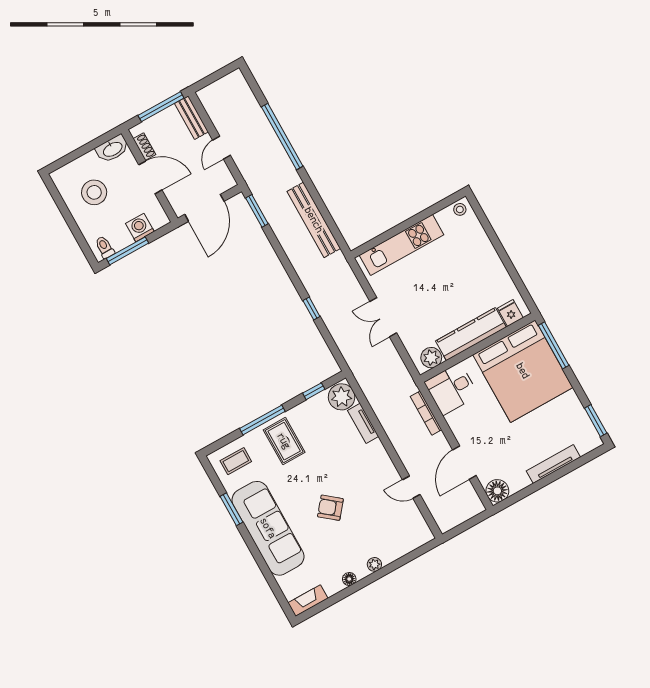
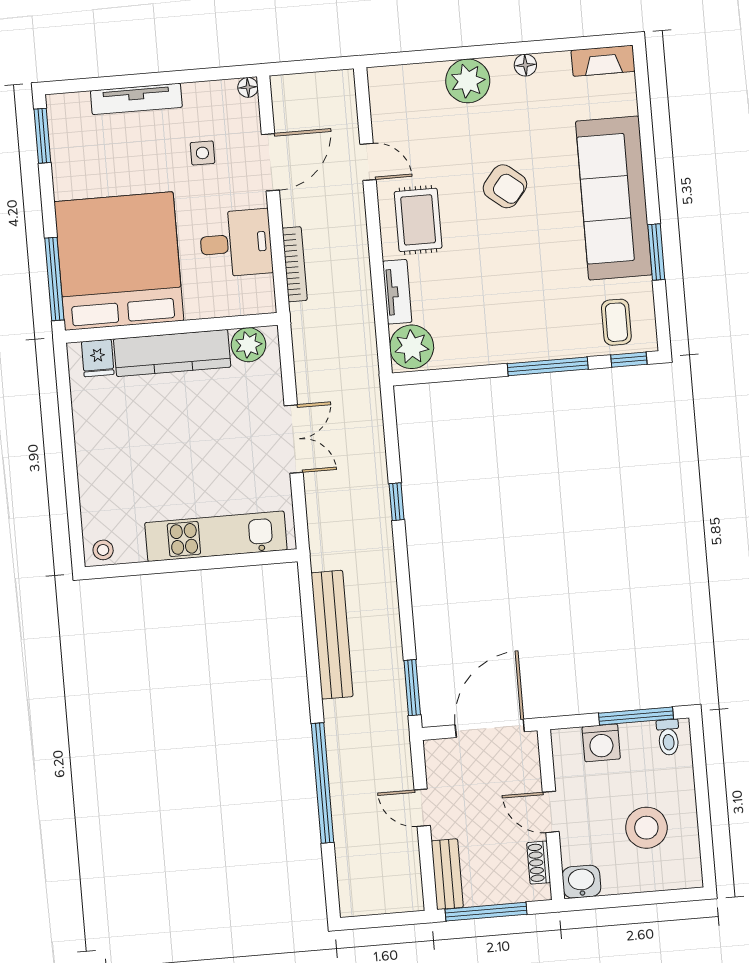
door: (222, 148) -> (422, 808), swing flipped
washbasin: (112, 149) -> (582, 882), width x0.72
door: (150, 177) -> (551, 812), width x0.73
desk: (451, 389) -> (236, 243), moved
window: (314, 391) -> (629, 360), moved
rug: (284, 441) -> (418, 220), moved
side table: (504, 451) -> (202, 153), added
coffee table: (236, 461) -> (616, 322), turned 90
floor lamp: (497, 491) -> (248, 87), width x0.53, depth x0.53
plant: (374, 564) -> (468, 81), width x1.88, depth x1.88

